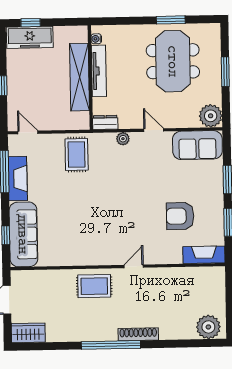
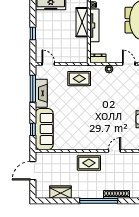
shelving: (80, 77) -> (82, 22), width x0.68
rug: (77, 154) -> (79, 79), turned 90
wardrobe: (28, 333) -> (60, 192), moved

